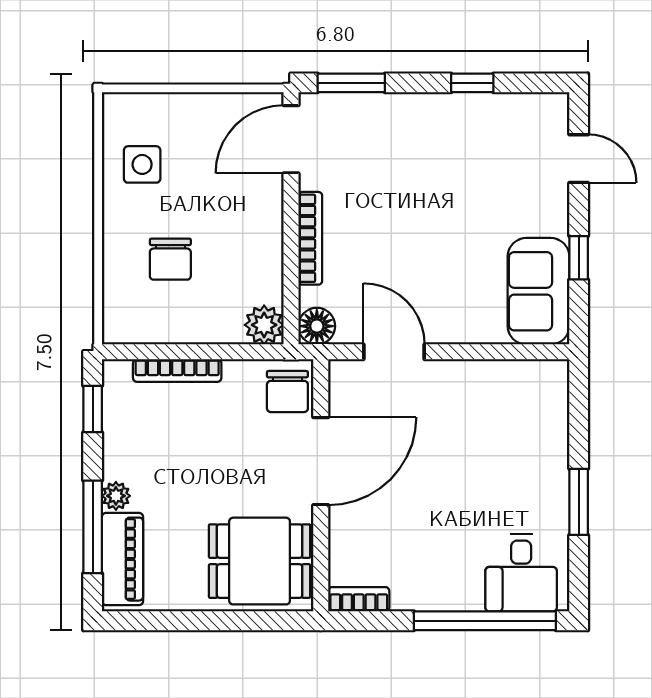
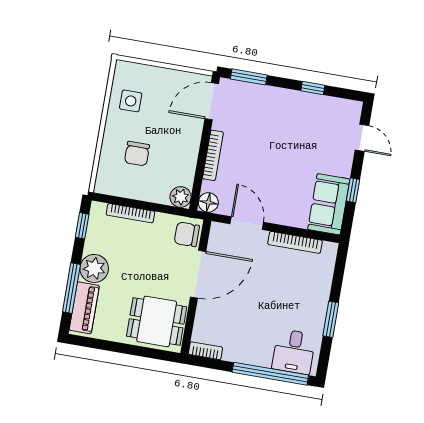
bookcase: (489, 372) -> (295, 242), added
chair: (287, 392) -> (187, 234), turned 90
plant: (116, 496) -> (94, 268), width x1.88, depth x1.88

